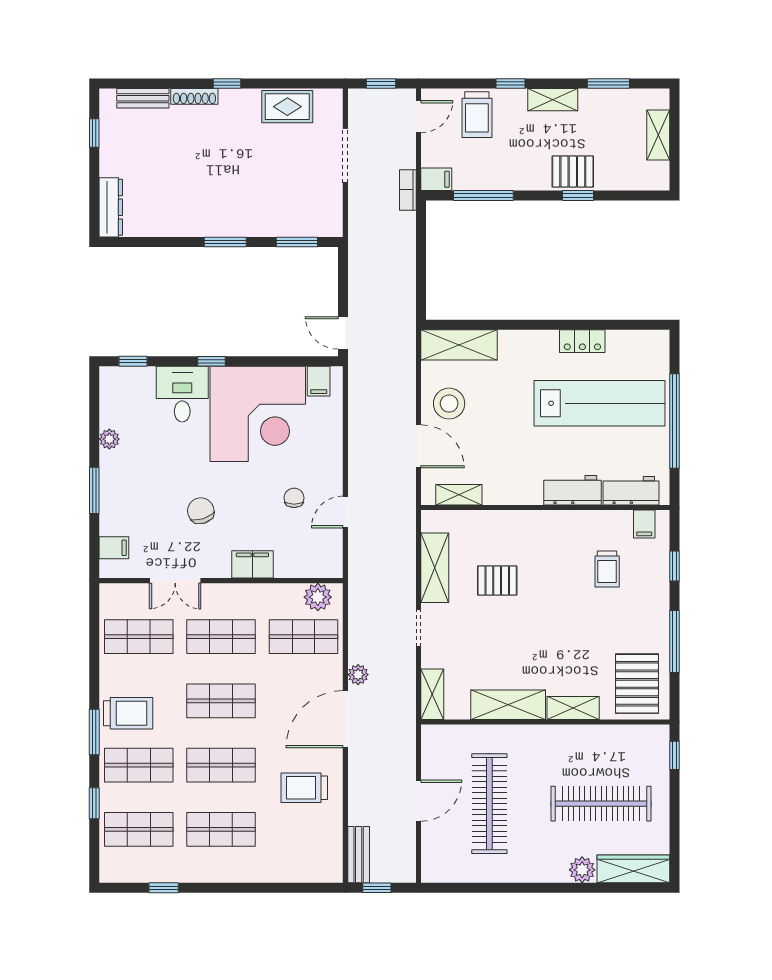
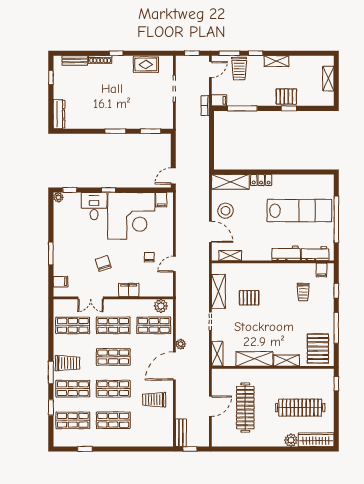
window: (608, 83) -> (230, 53), moved
door: (343, 333) -> (173, 176), hinge flipped
locker: (582, 341) -> (261, 180), moved
plant: (109, 439) -> (58, 197), moved

